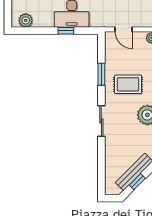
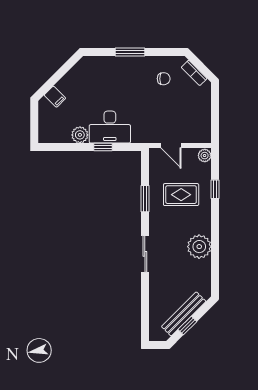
plant: (26, 20) -> (80, 135), moved
rug: (128, 84) -> (181, 195), moved

